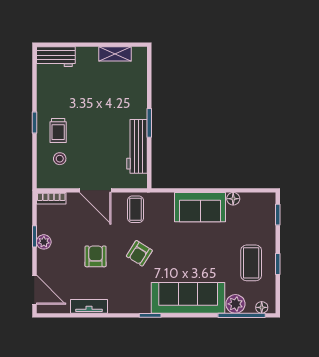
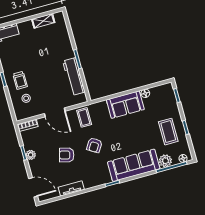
armchair: (96, 256) -> (67, 155), turned -75

